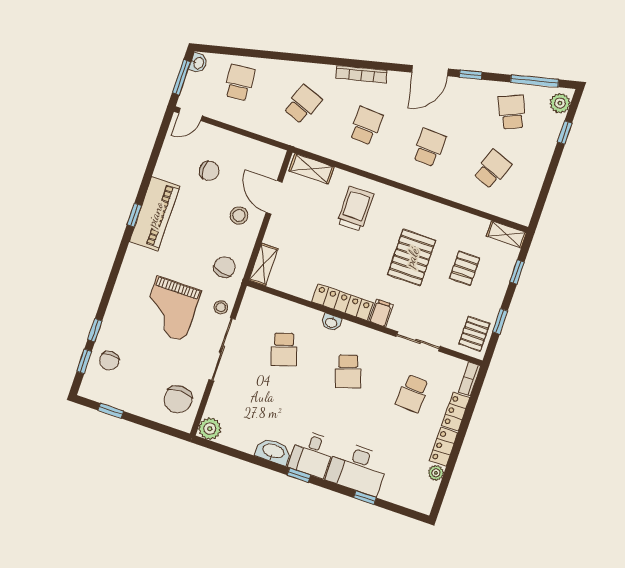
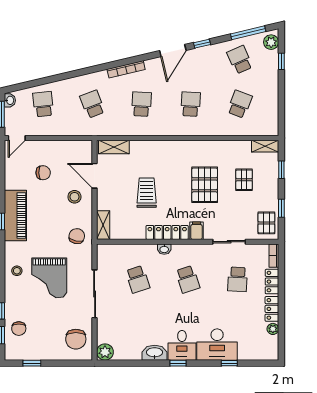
school desk: (303, 104) -> (92, 104), turned -42
trolley: (355, 209) -> (147, 193), moved
stool: (221, 307) -> (17, 271), moved

